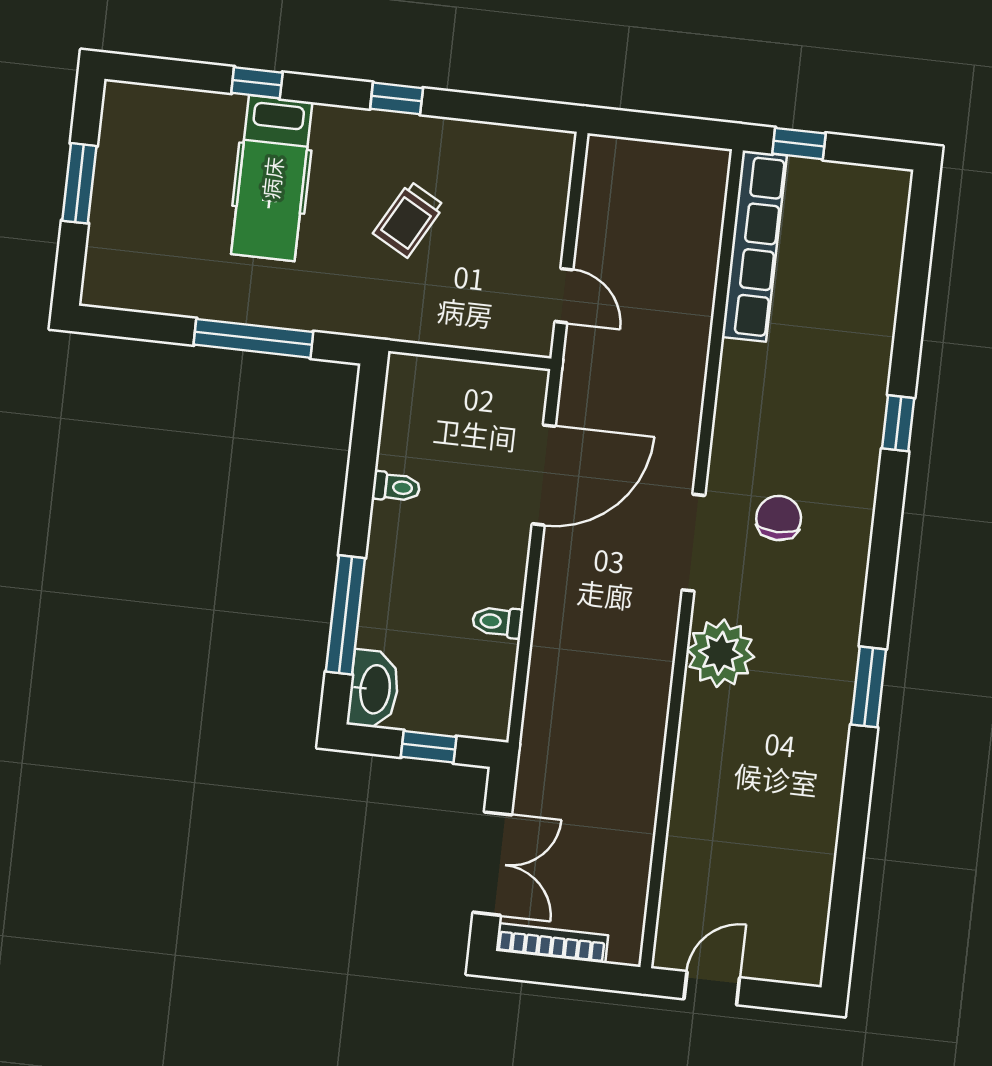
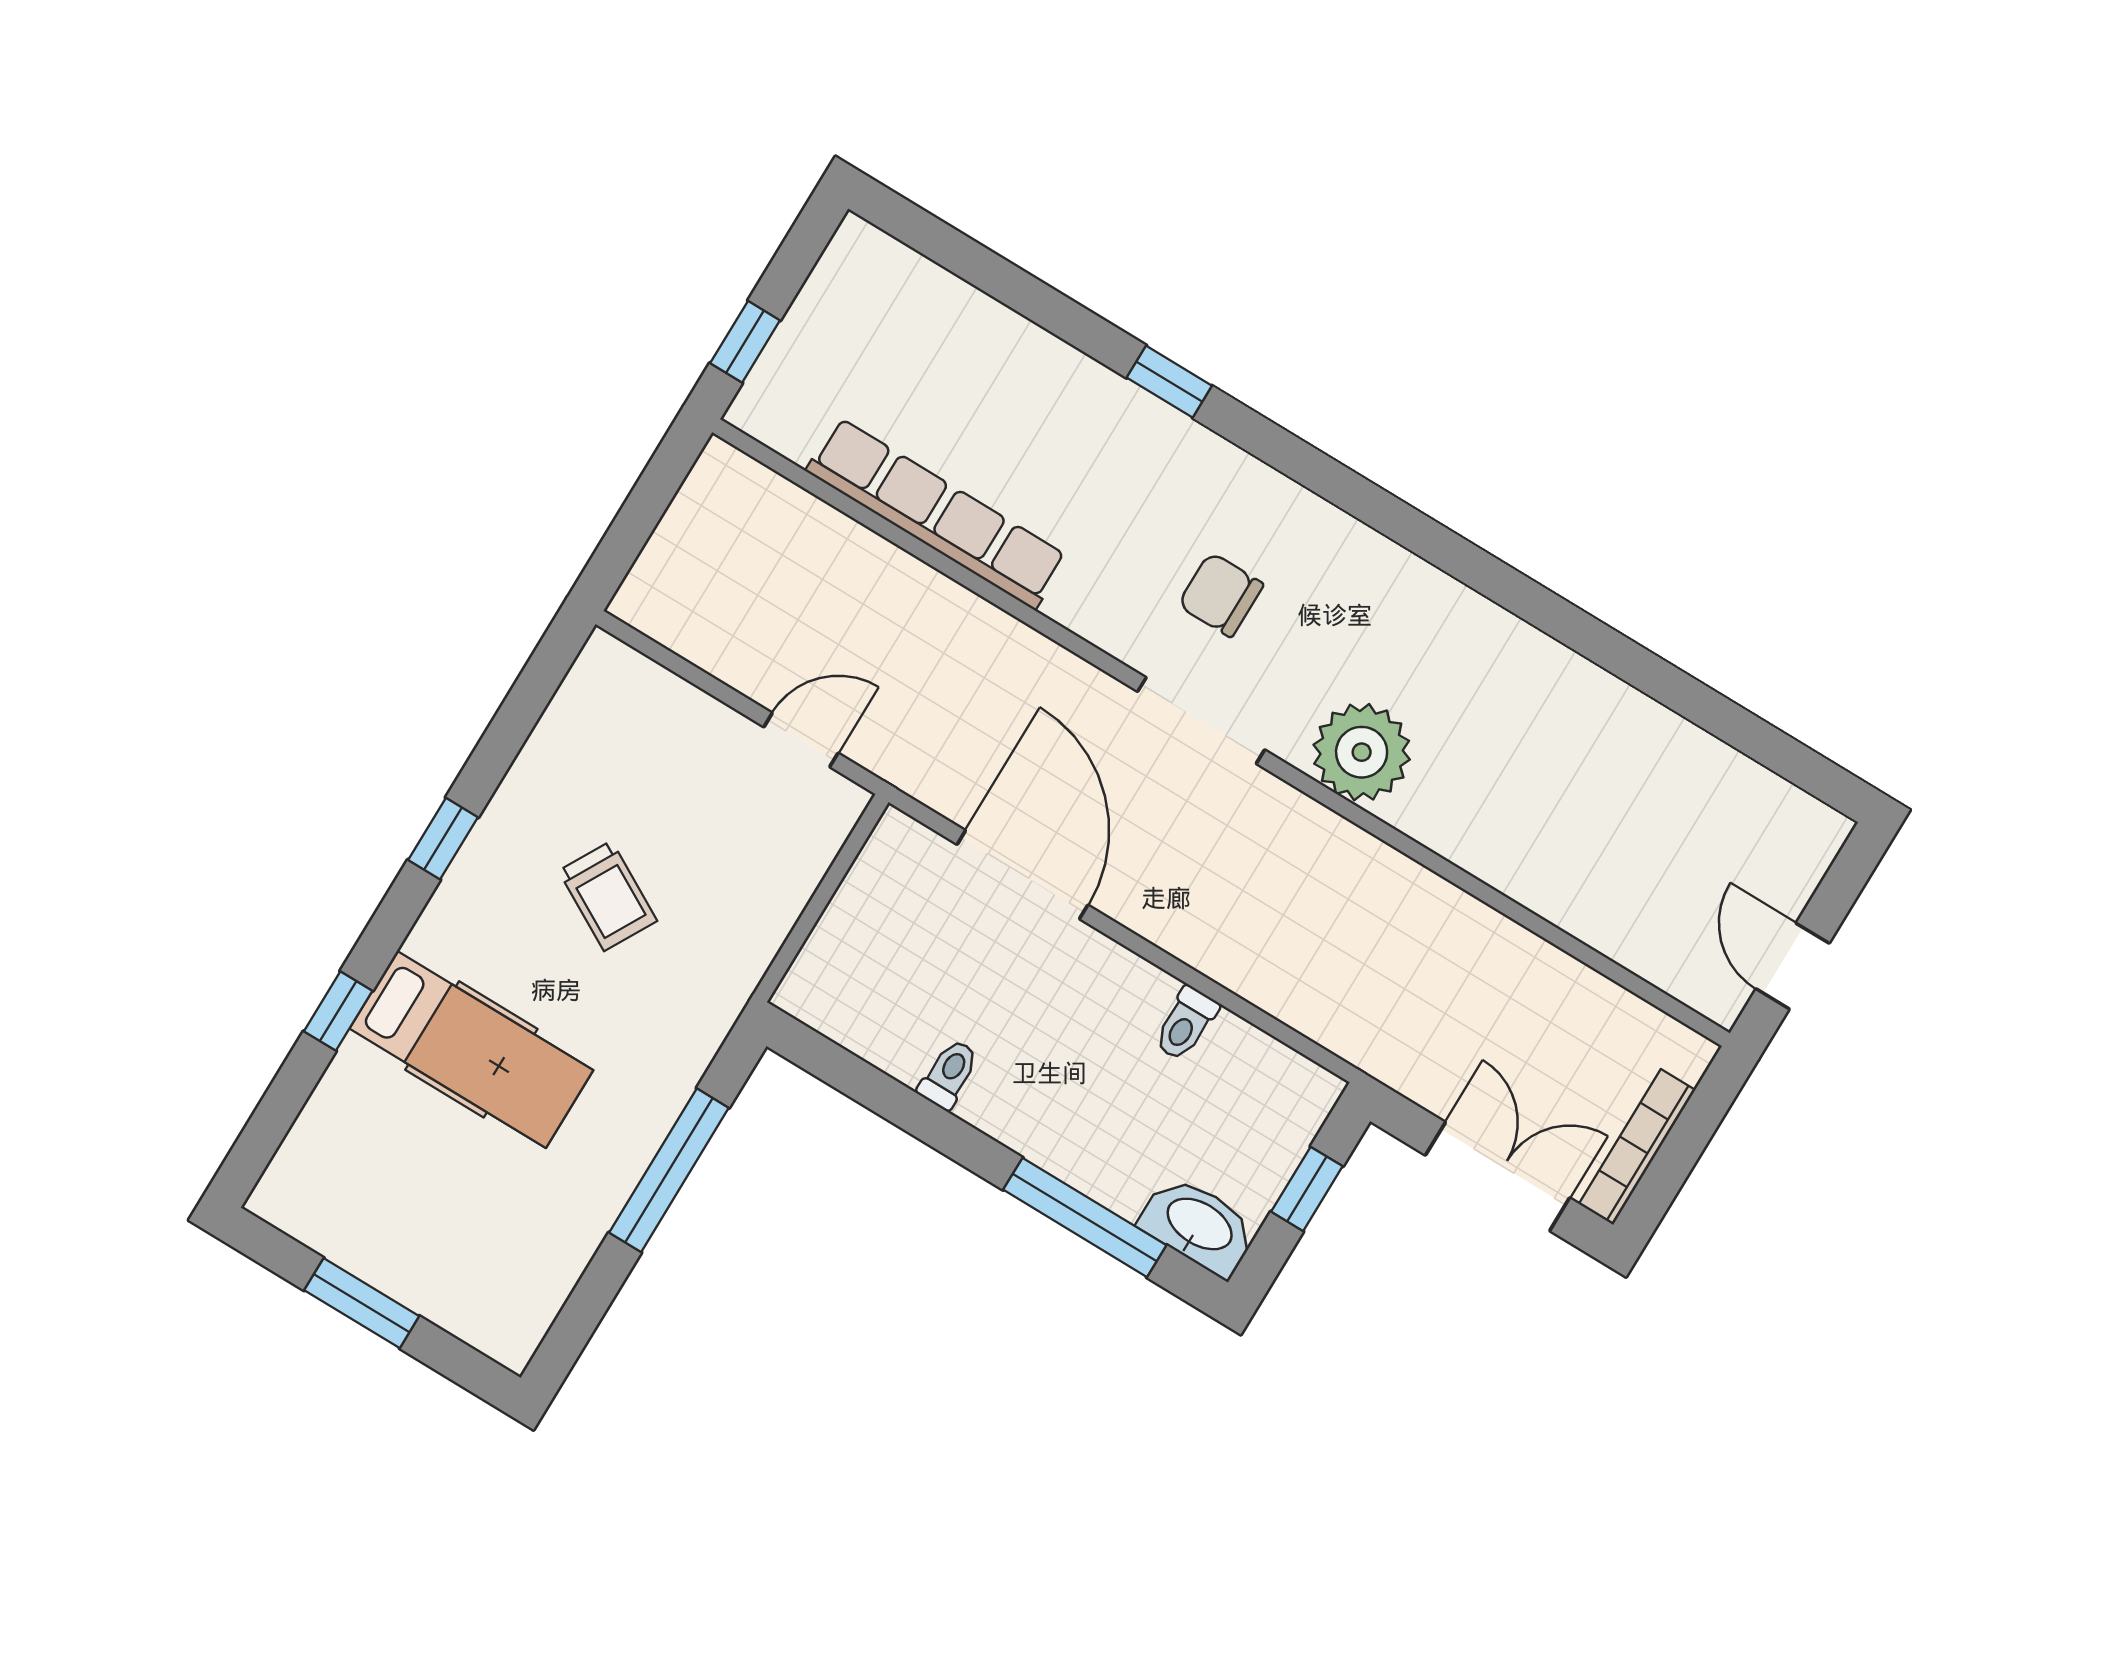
row of seats: (754, 246) -> (937, 514), moved
window: (869, 687) -> (1495, 580), removed

